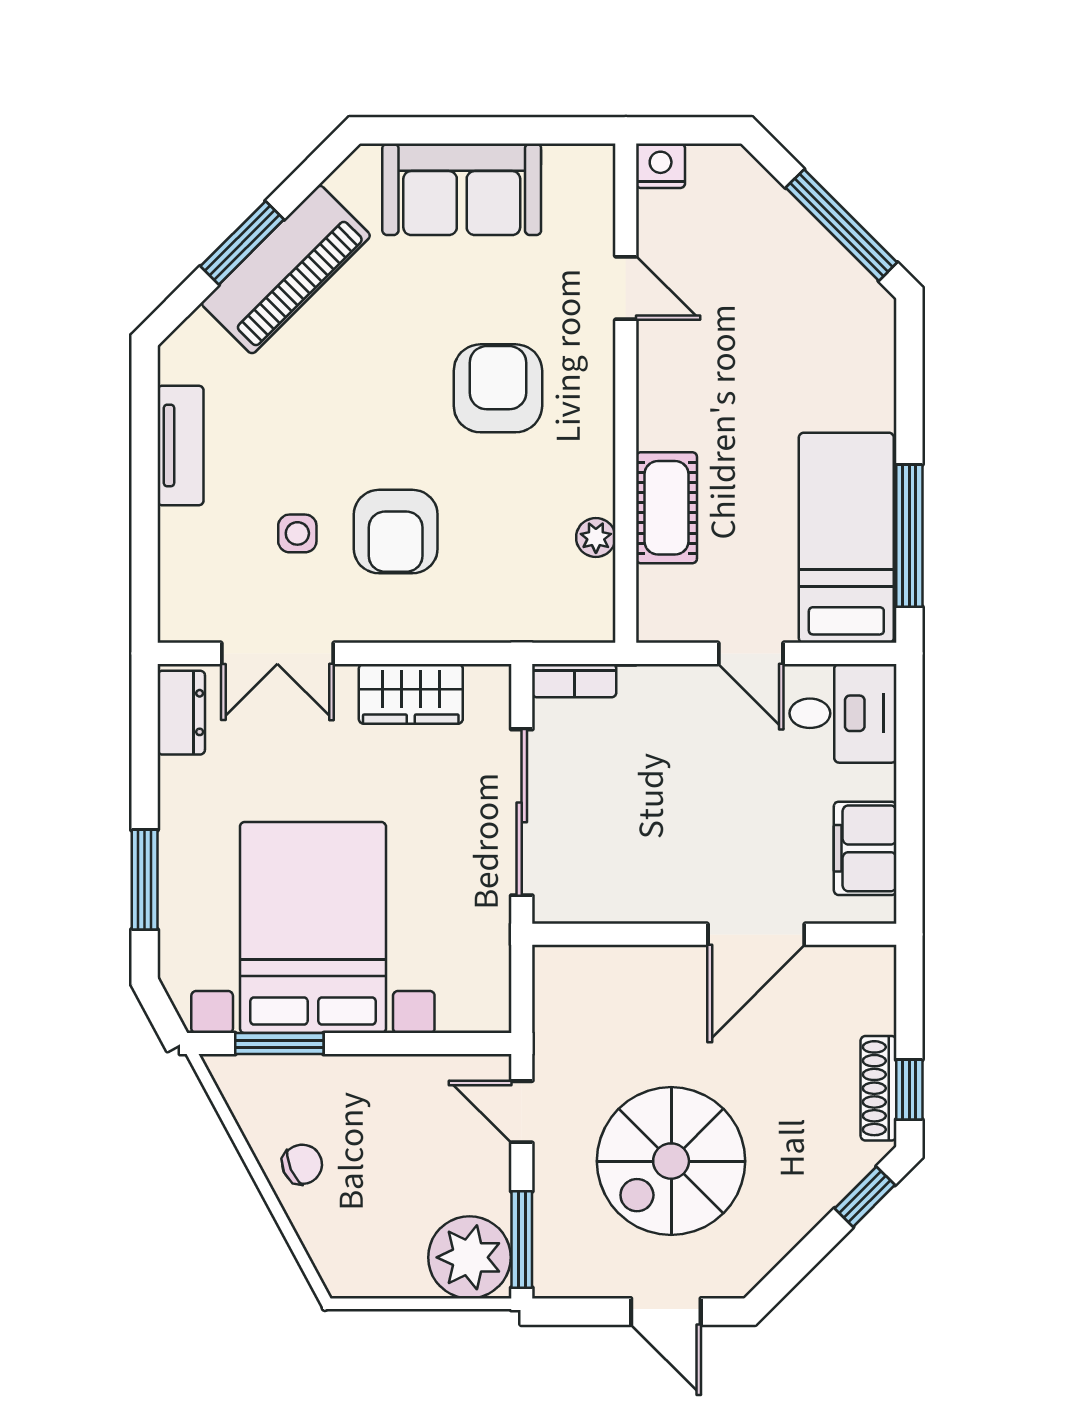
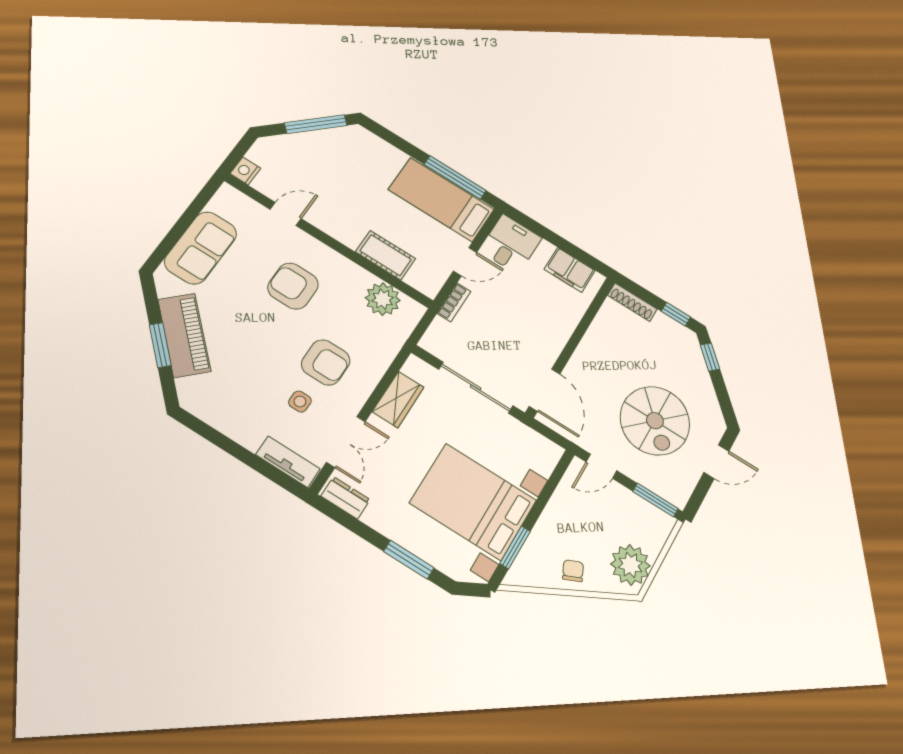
tv unit: (180, 445) -> (288, 462), moved
plant: (596, 537) -> (383, 299), width x1.88, depth x1.88
bookcase: (574, 681) -> (454, 302), moved
door: (756, 934) -> (545, 390), moved
shoe rack: (879, 1088) -> (632, 302), moved
plant: (469, 1257) -> (630, 565), moved

